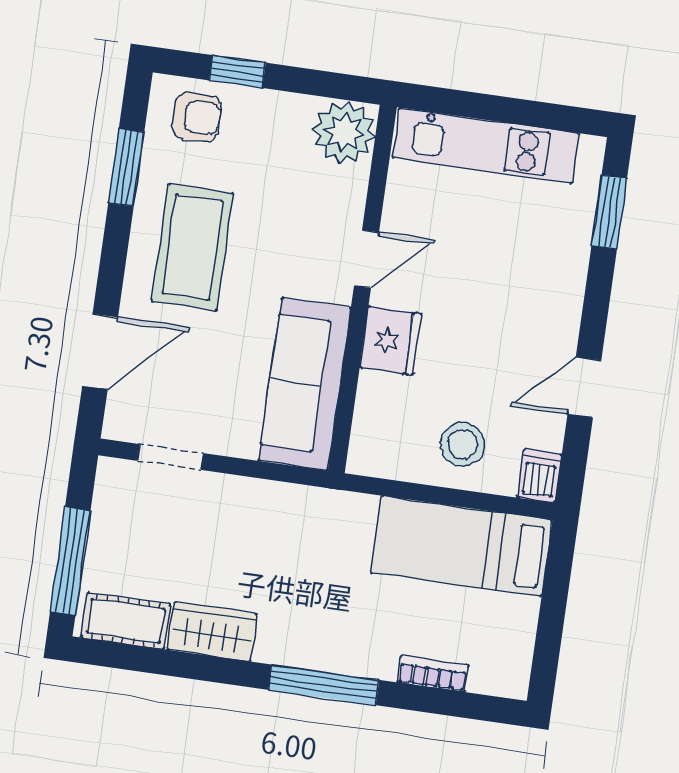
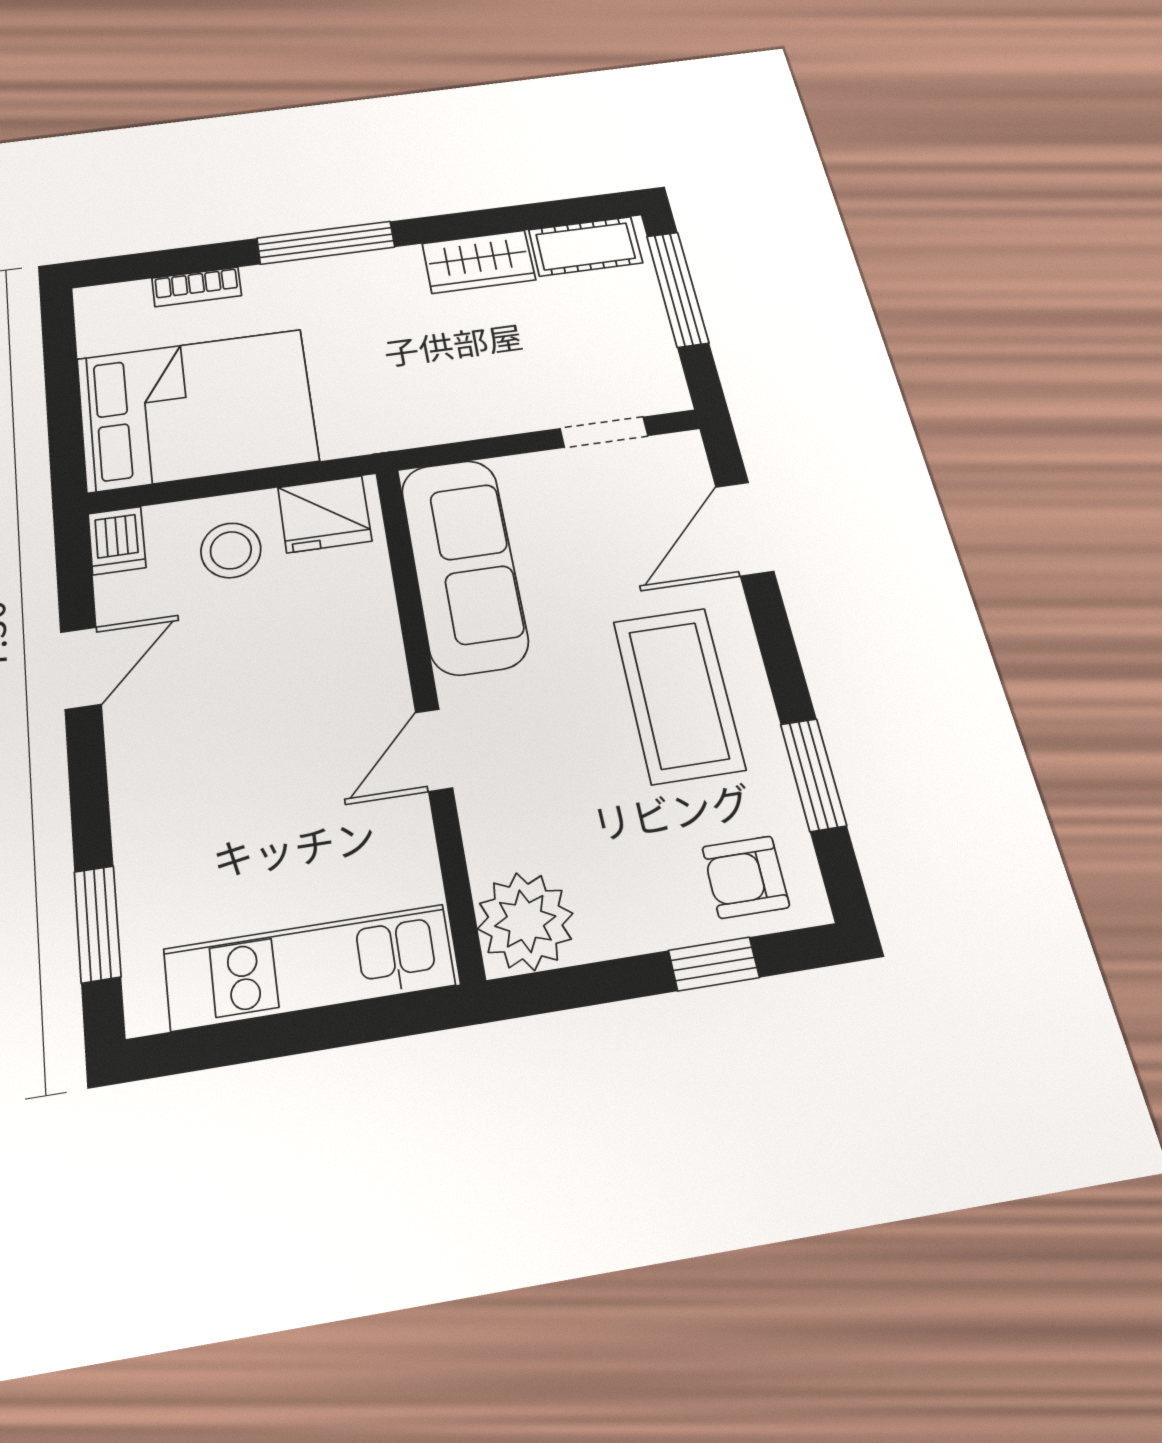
fridge: (391, 341) -> (325, 514), moved, turned -90
bed: (462, 546) -> (196, 409), width x1.50

